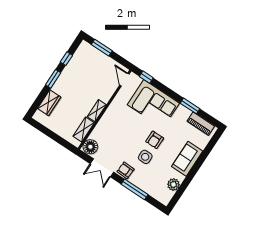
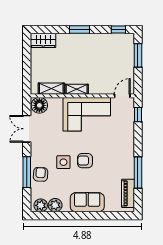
window: (66, 59) -> (118, 29), moved
wardrobe: (49, 103) -> (43, 40), moved
corner sofa: (153, 104) -> (87, 114), moved, turned -90
window: (190, 106) -> (138, 173), width x1.44
armchair: (126, 170) -> (41, 174), moved
plant: (166, 195) -> (41, 205), added

